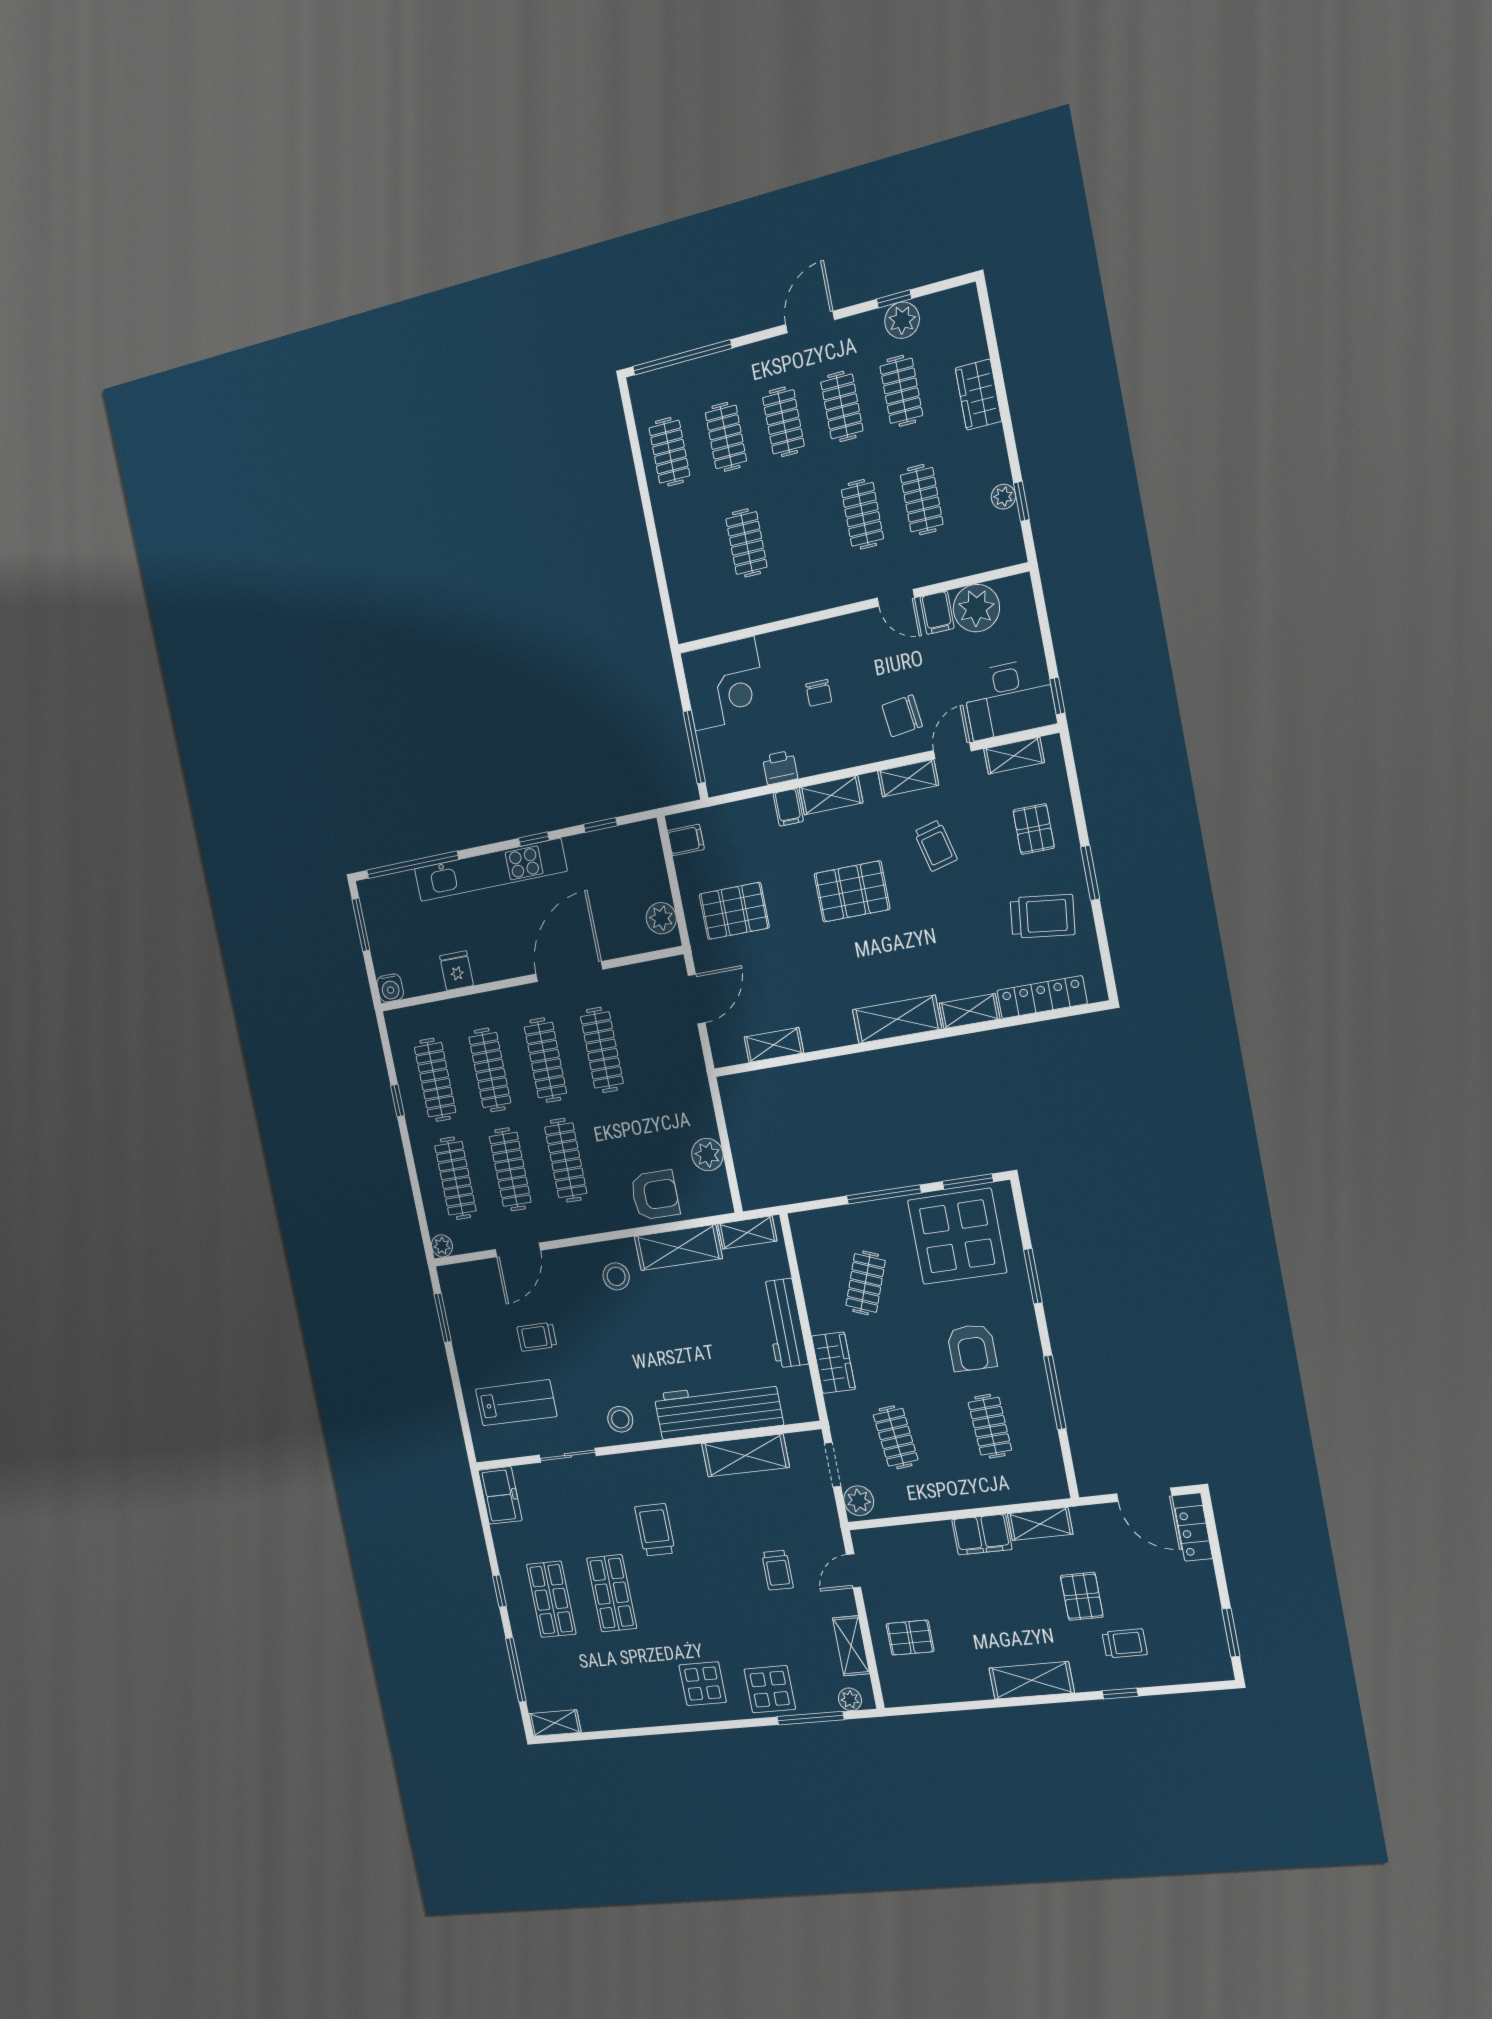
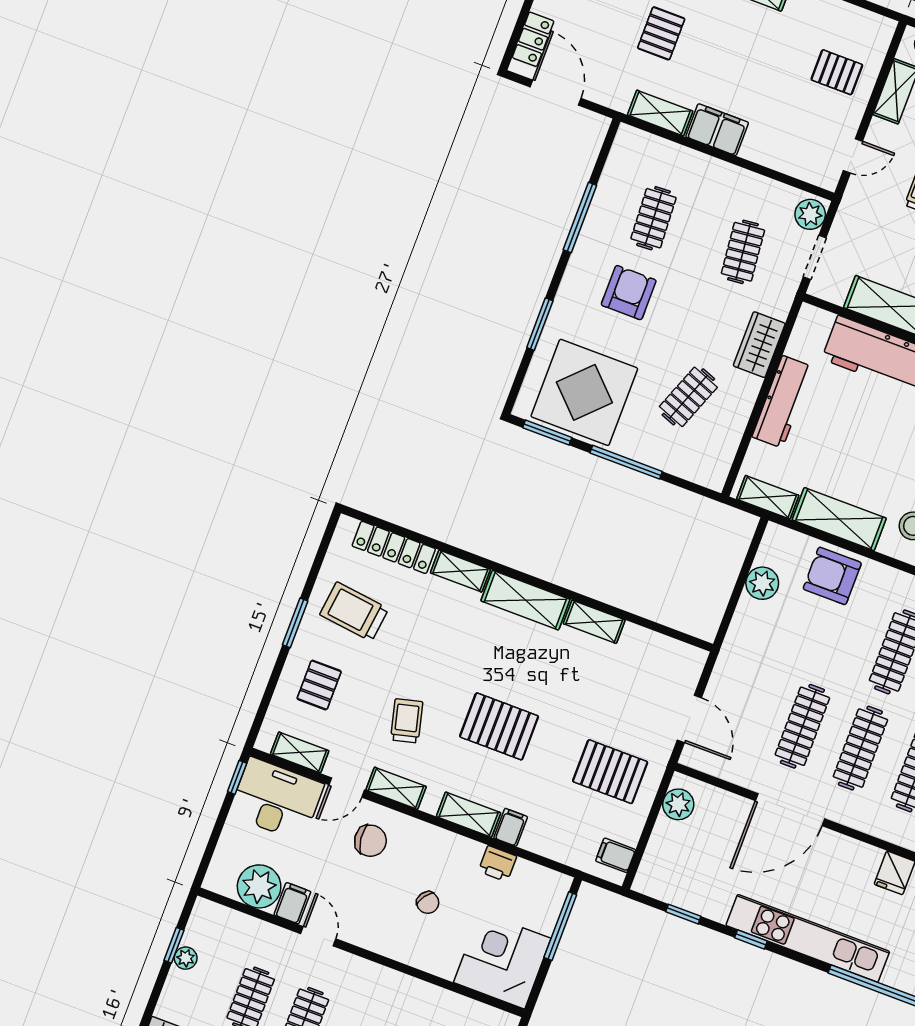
chair: (819, 693) -> (428, 903), turned 125
door: (697, 999) -> (689, 719), swing flipped
shelving: (774, 1045) -> (594, 622), moved

